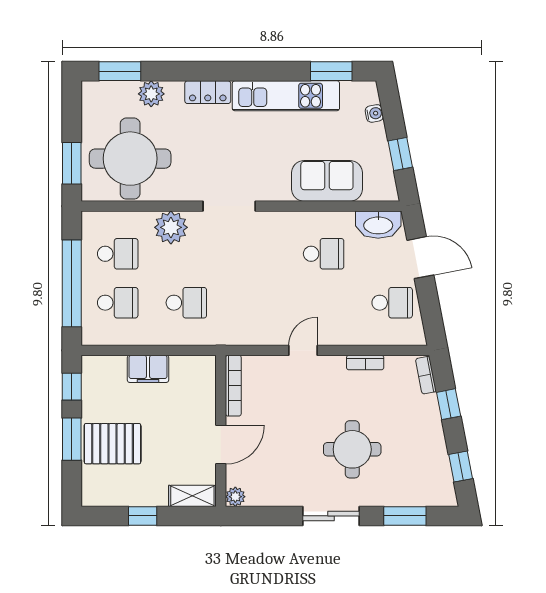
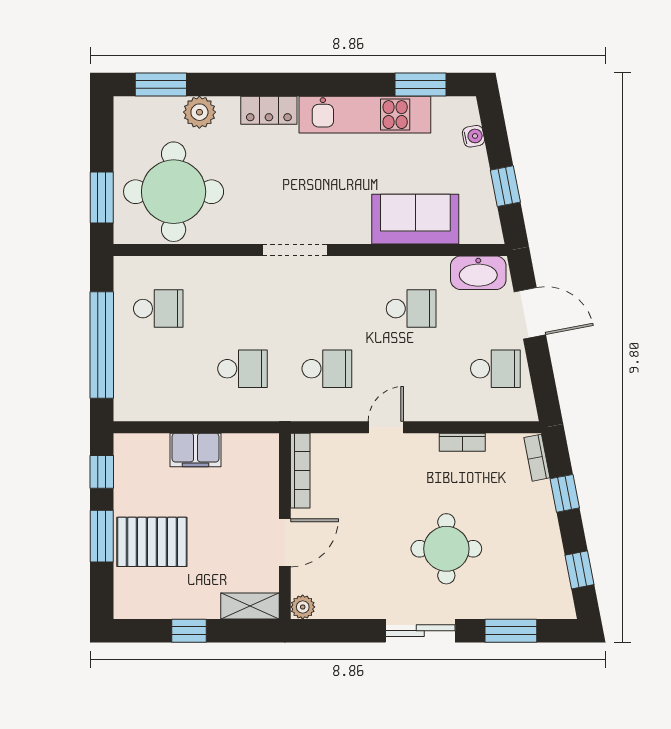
plant: (171, 227) -> (224, 276), removed
school desk: (118, 303) -> (327, 369), moved

